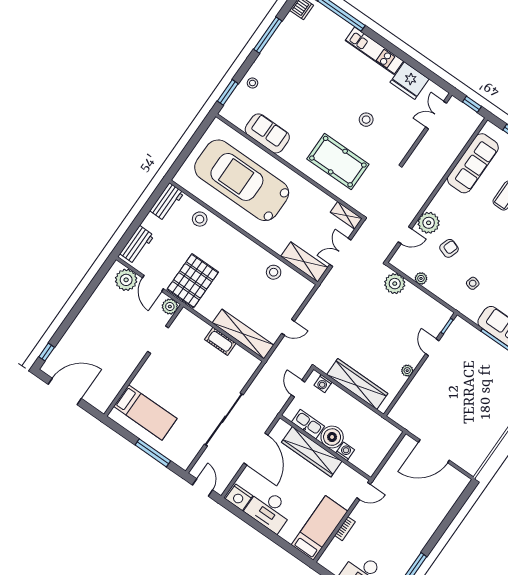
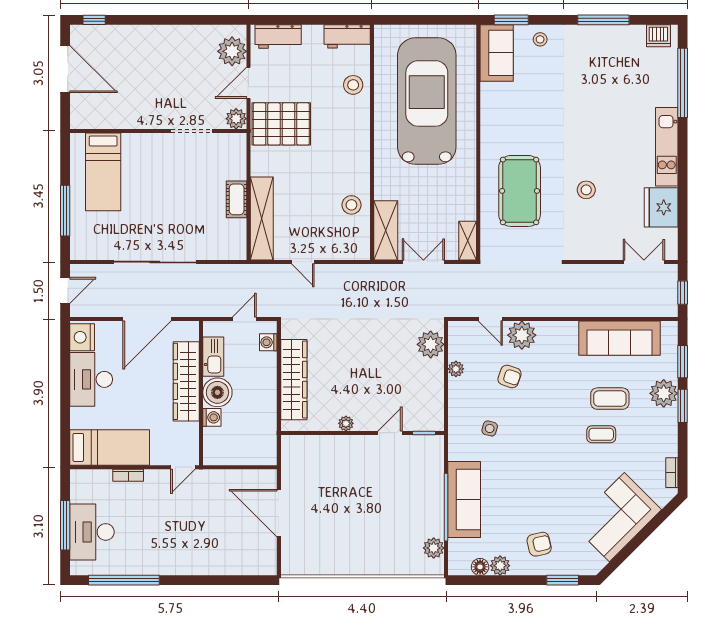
sofa: (267, 133) -> (497, 53), moved
door: (364, 491) -> (183, 467), hinge flipped

